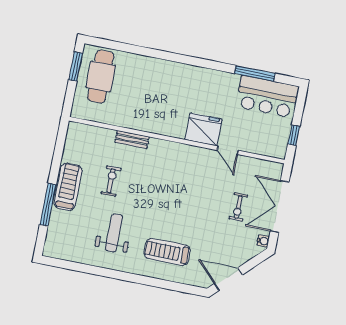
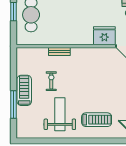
weight bench: (114, 233) -> (60, 114), width x1.36, depth x1.33
treadmill: (167, 252) -> (97, 120), turned 180

